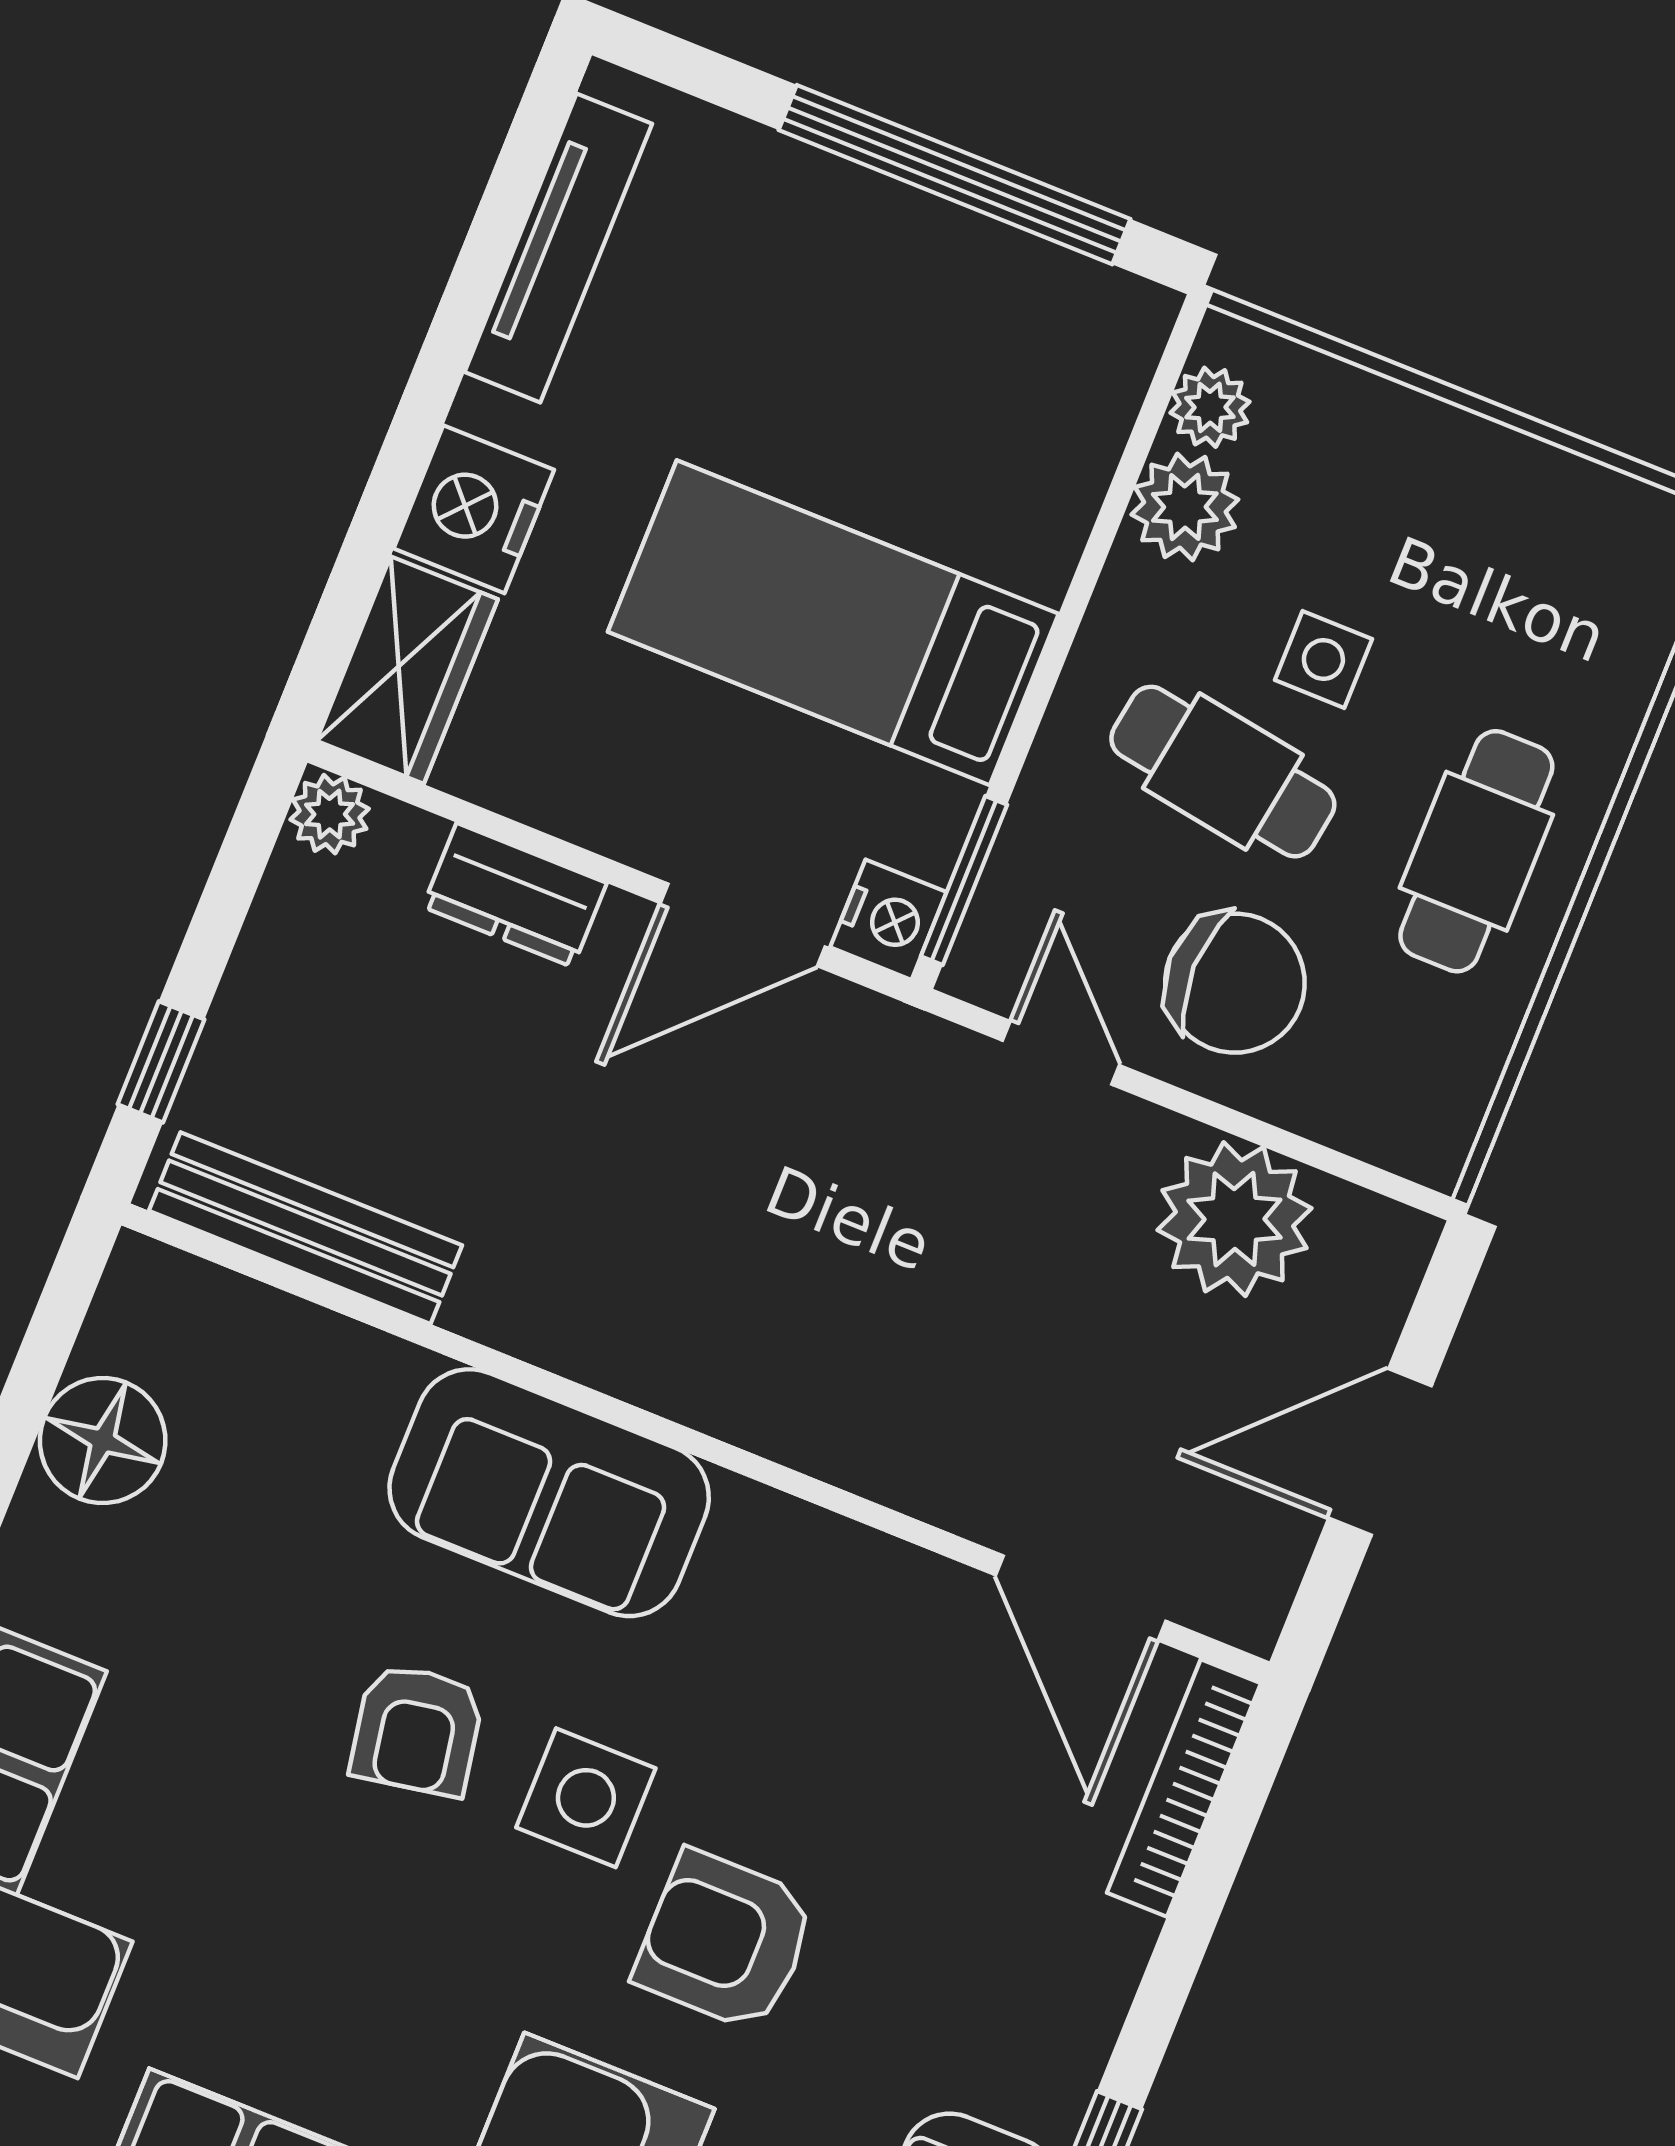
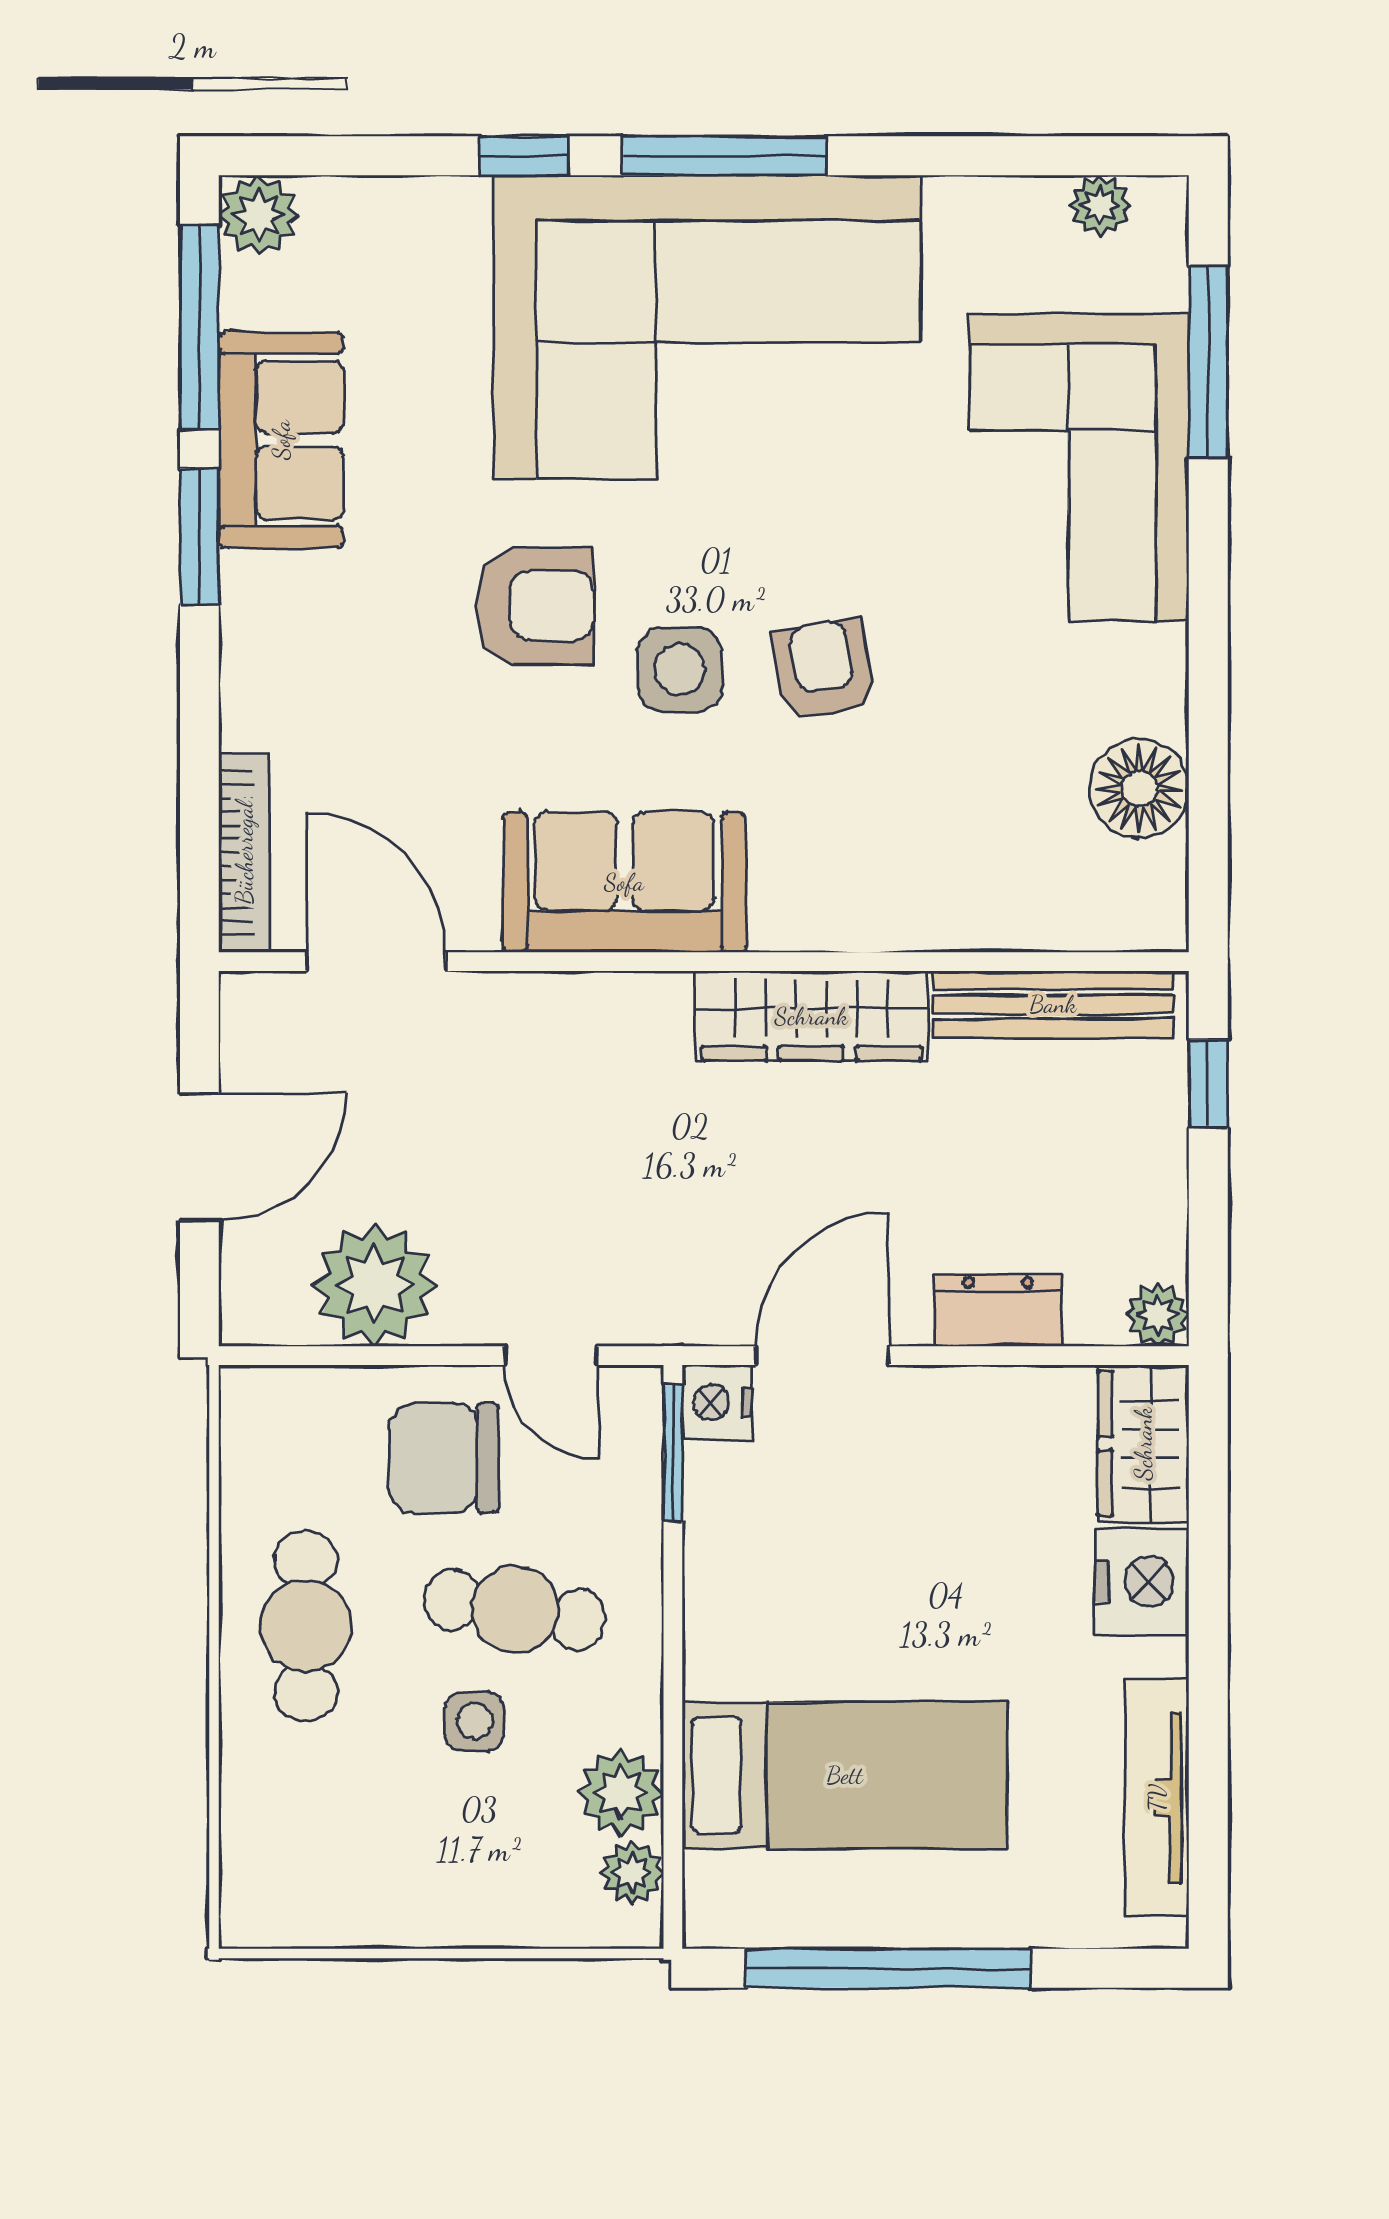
bed: (833, 623) -> (845, 1775), moved
wardrobe: (595, 1329) -> (811, 1016), added
sofa: (549, 1493) -> (624, 882), moved

